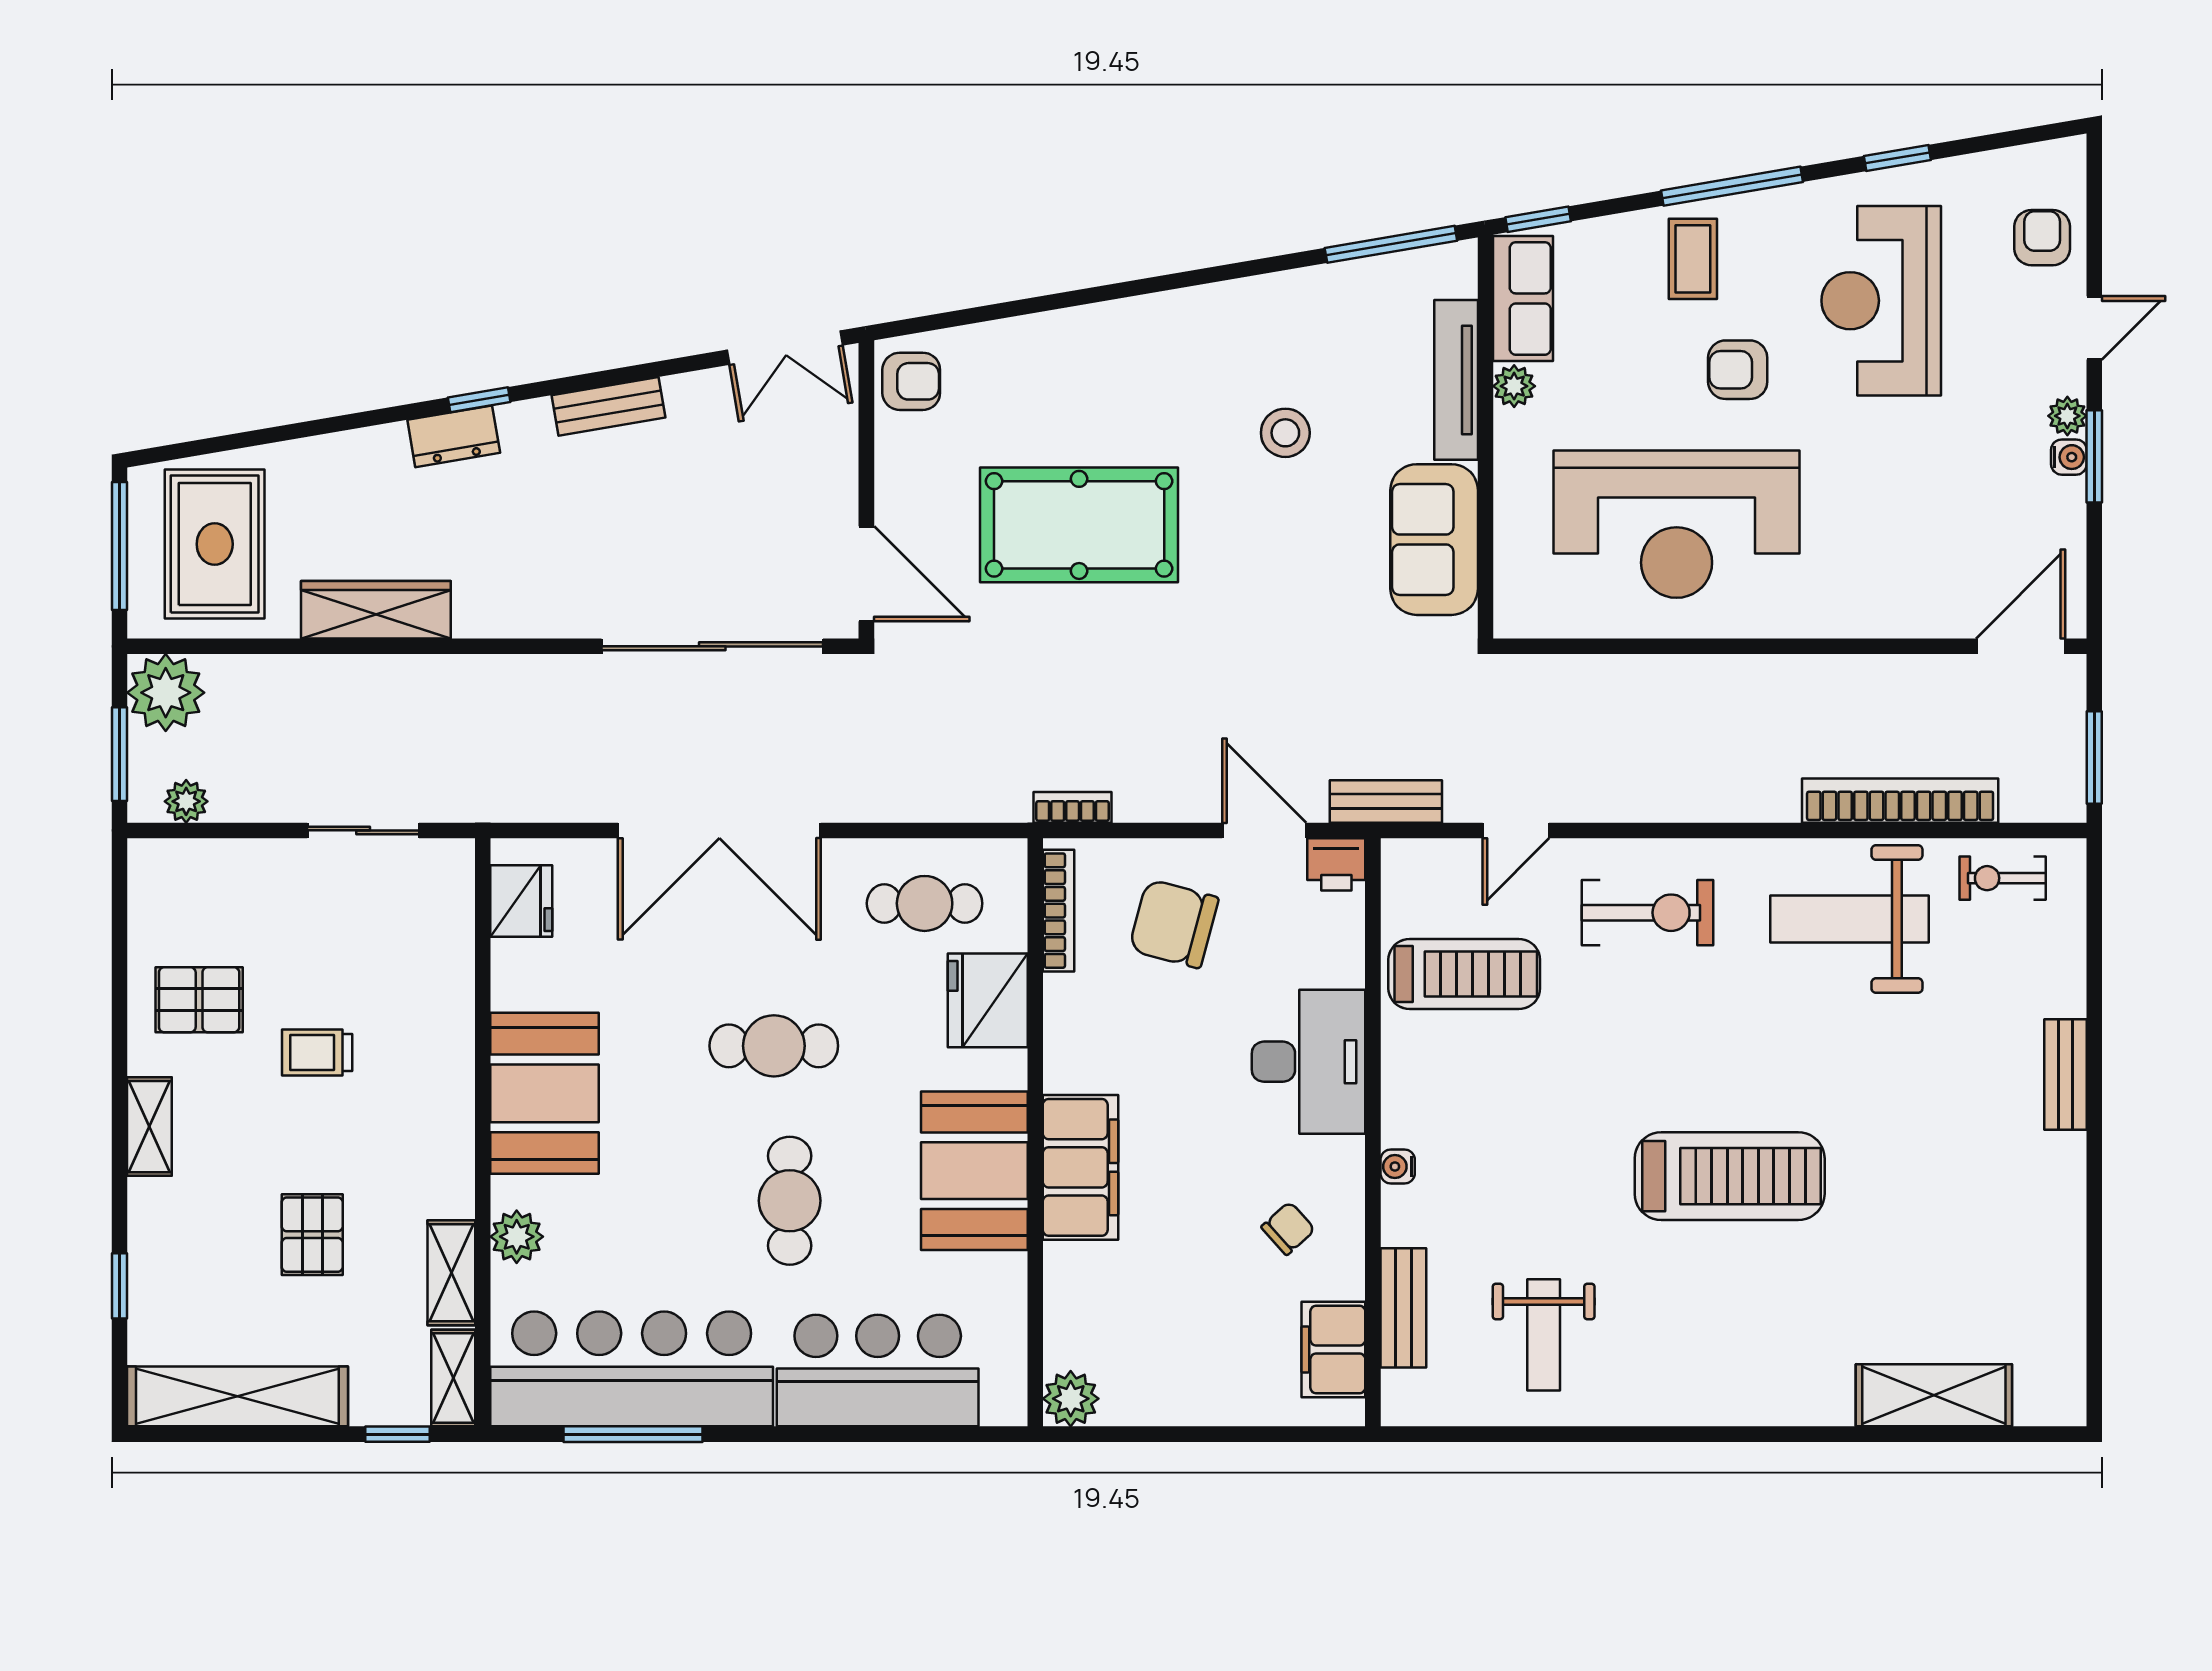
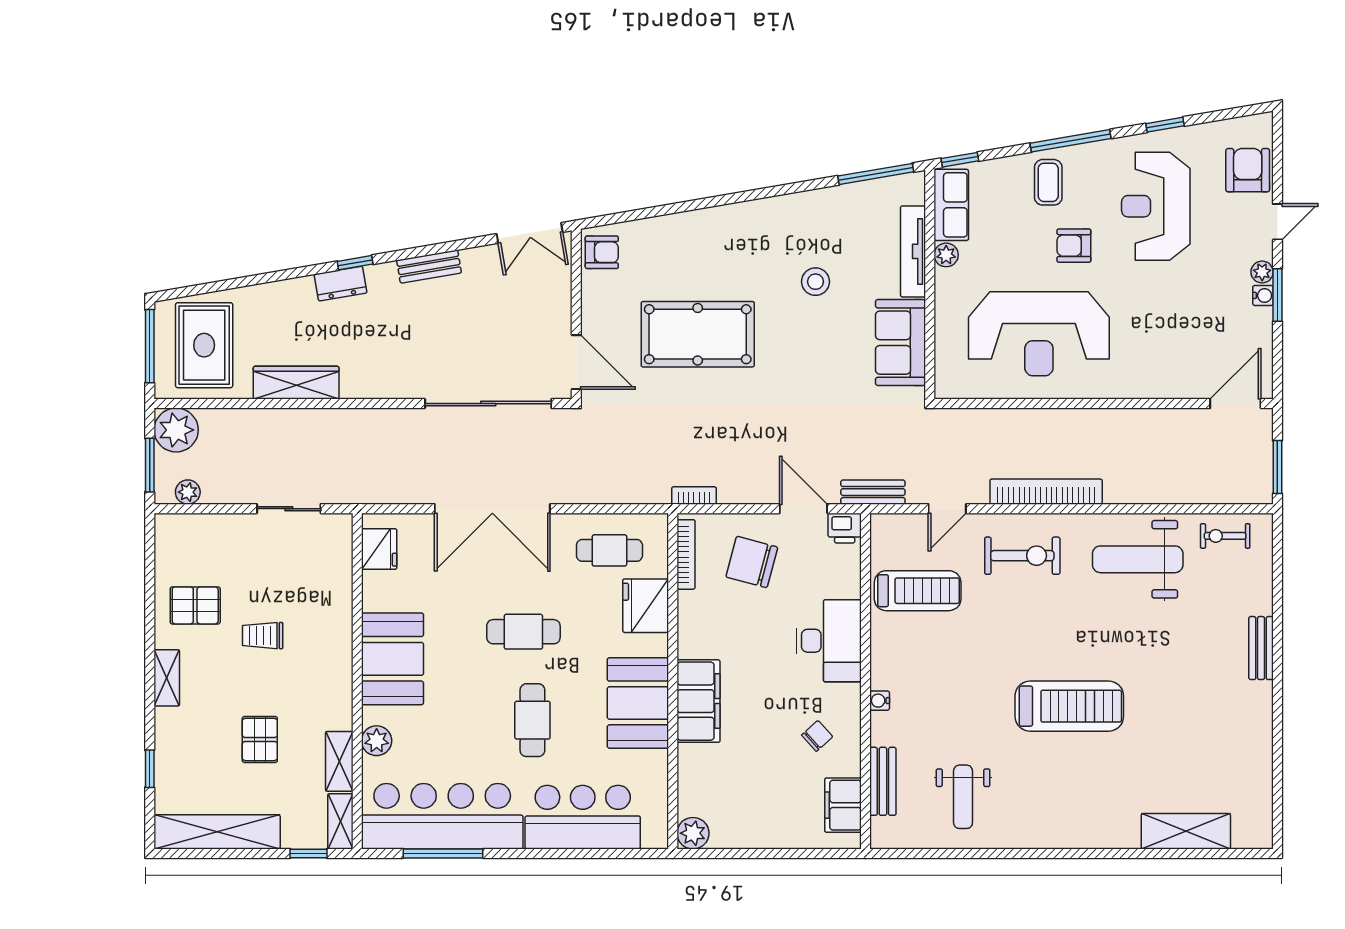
armchair: (2042, 238) -> (1248, 170), width x1.38, depth x1.38
bookcase: (1900, 801) -> (1046, 492), moved

